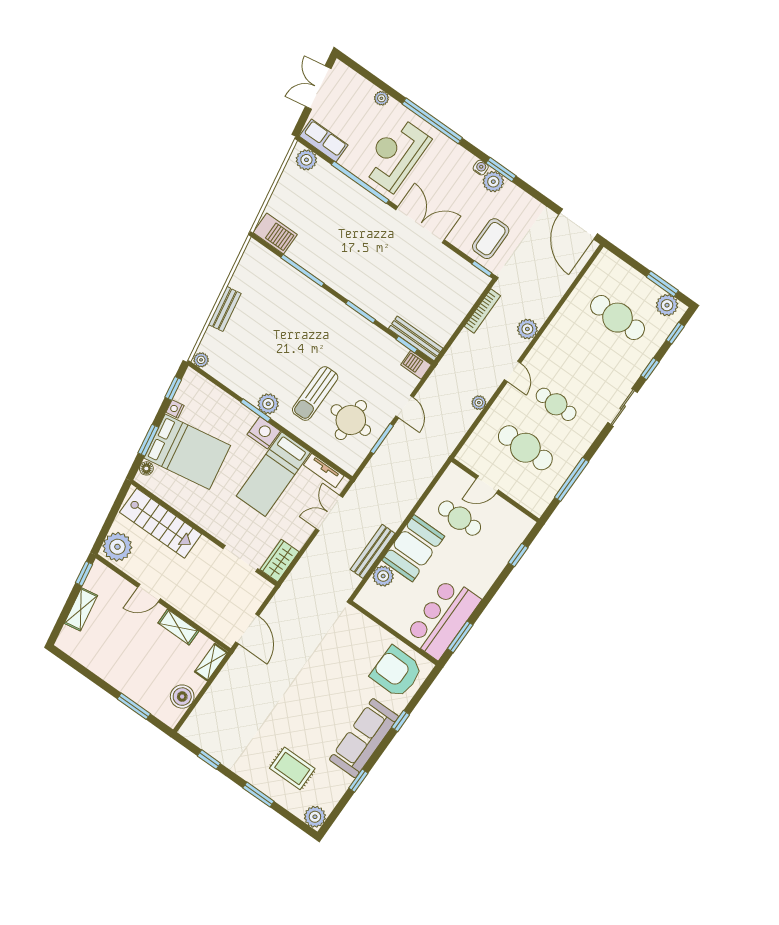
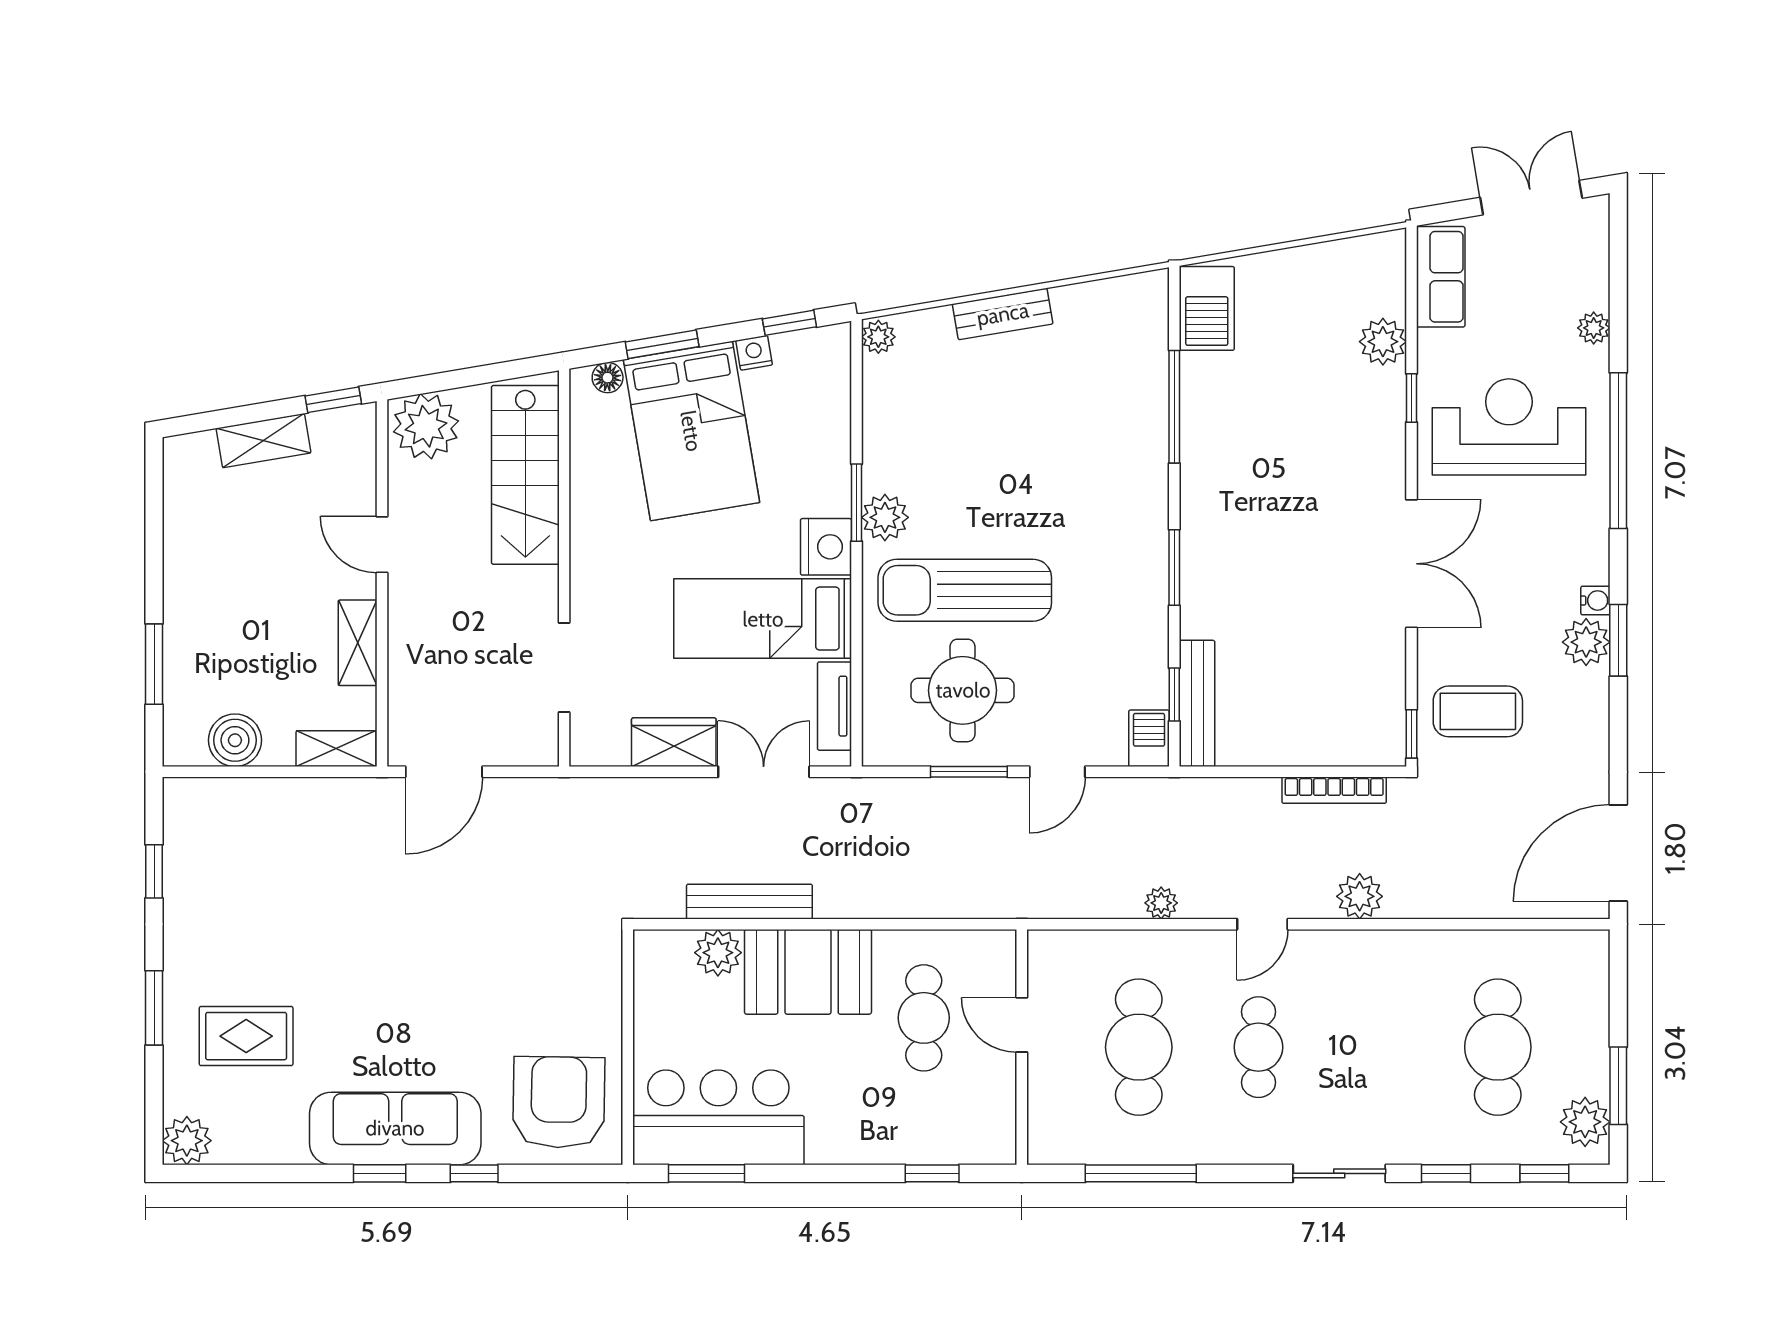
plant: (306, 160) -> (1383, 342), moved
window: (360, 182) -> (1412, 398), width x0.32
sun lounger: (315, 394) -> (965, 590), width x1.36, depth x1.34
wardrobe: (279, 561) -> (674, 742), moved
rug: (292, 768) -> (246, 1036), turned 90
window: (358, 781) -> (380, 1173), moved

